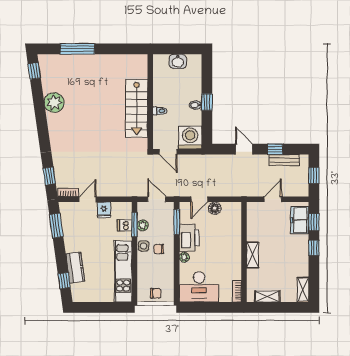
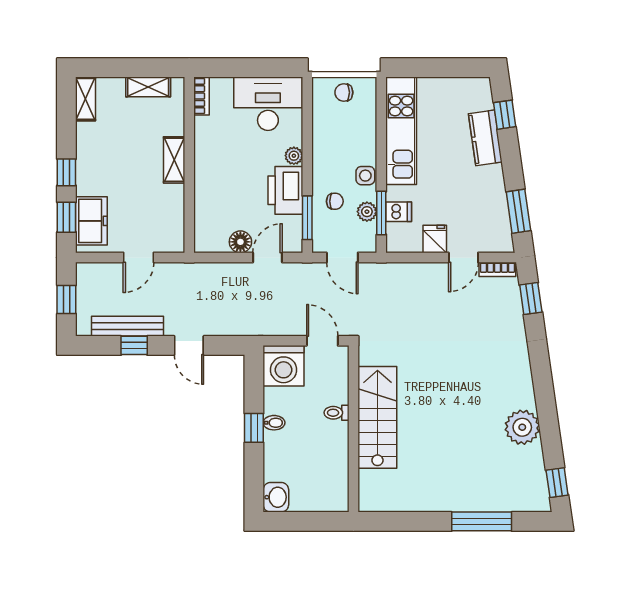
washbasin: (178, 61) -> (276, 497), moved, turned 90
bench: (284, 160) -> (127, 326), width x1.36
chair: (159, 249) -> (335, 201), moved

